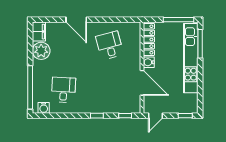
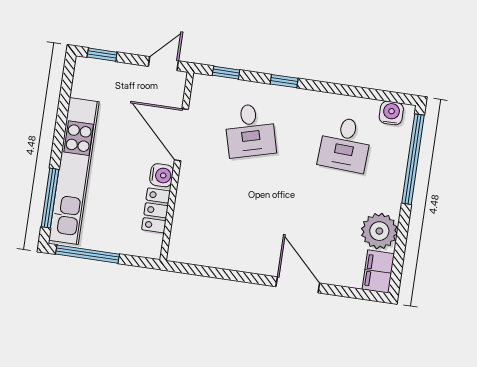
locker: (149, 39) -> (156, 210), width x0.66
desk: (110, 45) -> (250, 130), moved

